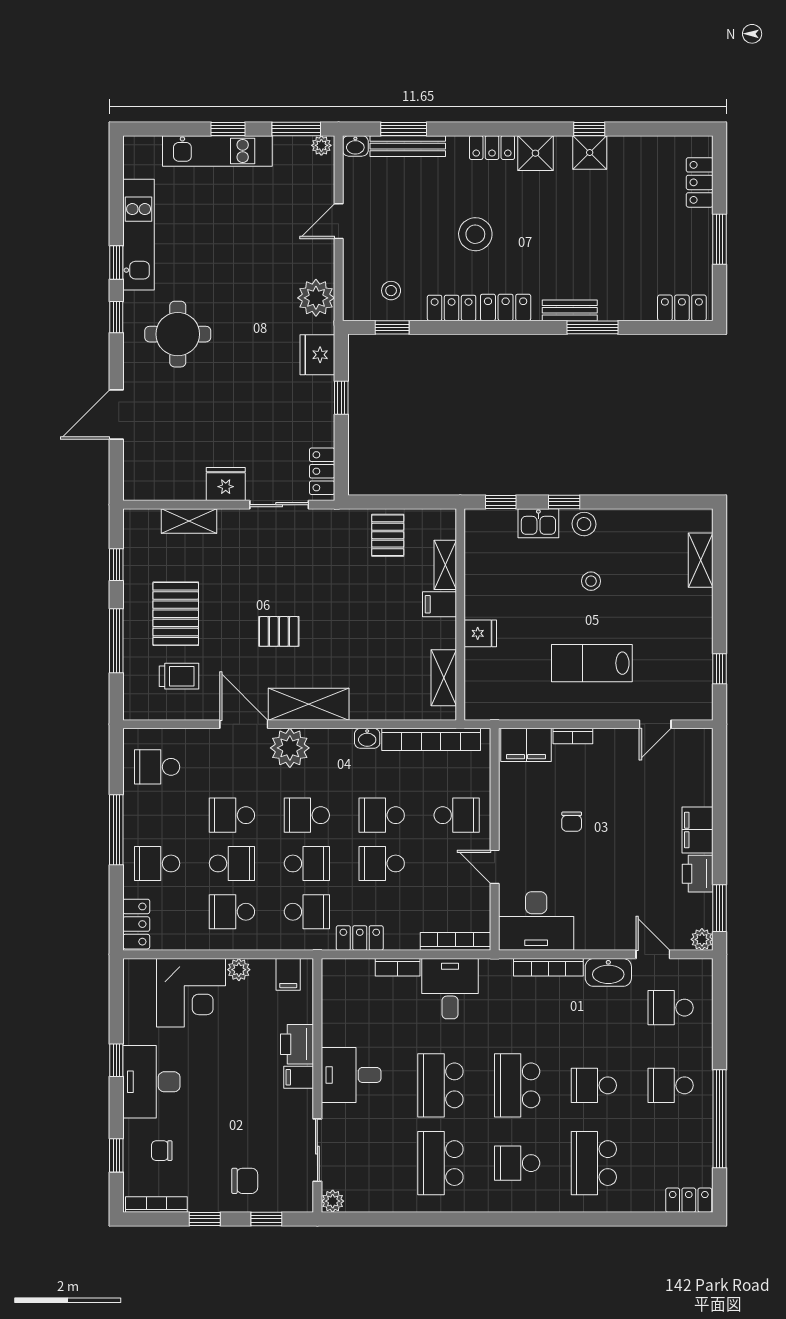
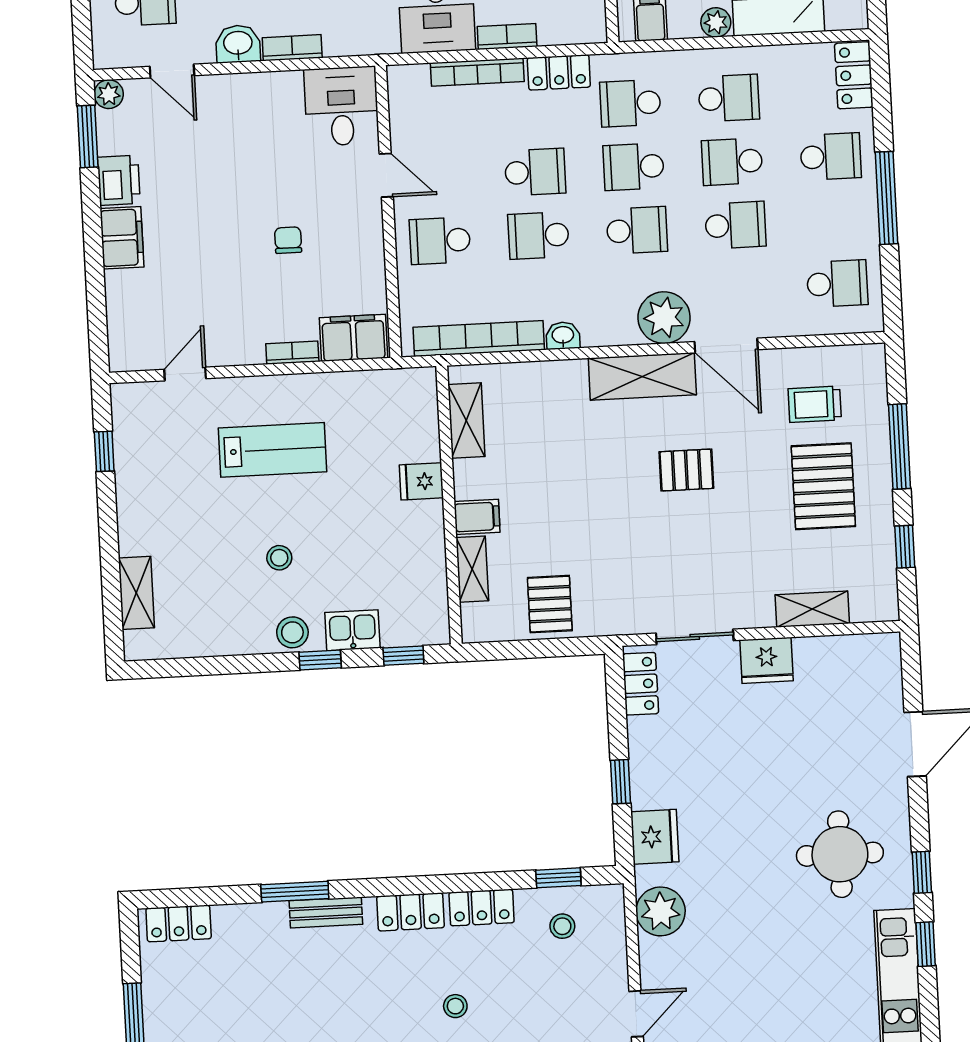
stool: (475, 234) -> (455, 1006), width x0.53, depth x0.53
school desk: (382, 815) -> (538, 235), turned 180
desk: (536, 921) -> (341, 106), width x0.73
bookcase: (456, 941) -> (477, 72), moved
bookcase: (548, 967) -> (292, 48), width x0.64
washbasin: (608, 972) -> (238, 44), width x0.72

